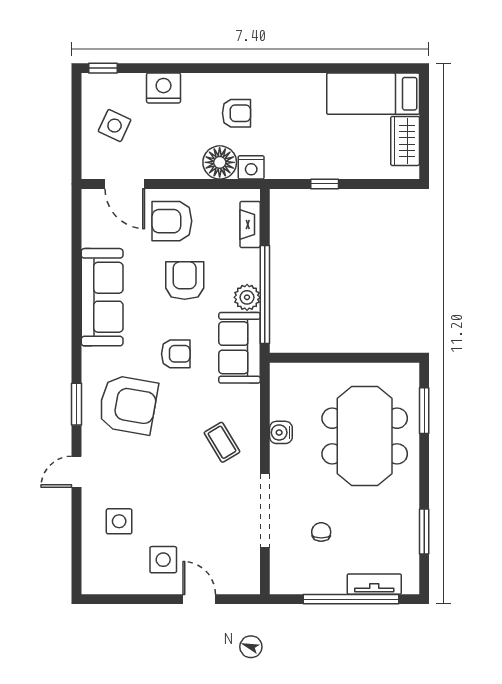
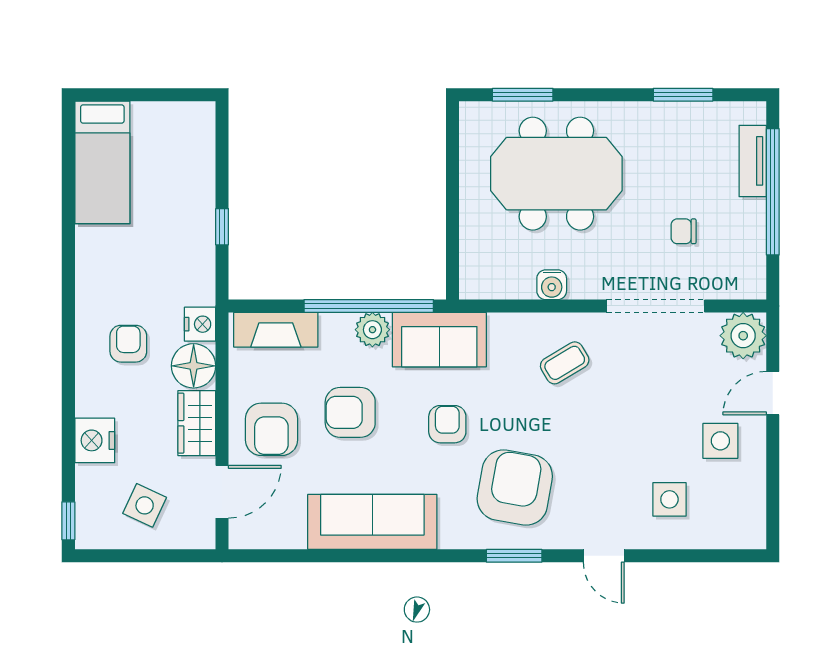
wardrobe: (405, 141) -> (197, 423), moved, turned 90
fireplace: (250, 224) -> (276, 330), width x1.37, depth x1.32
plant: (243, 577) -> (743, 336), added

